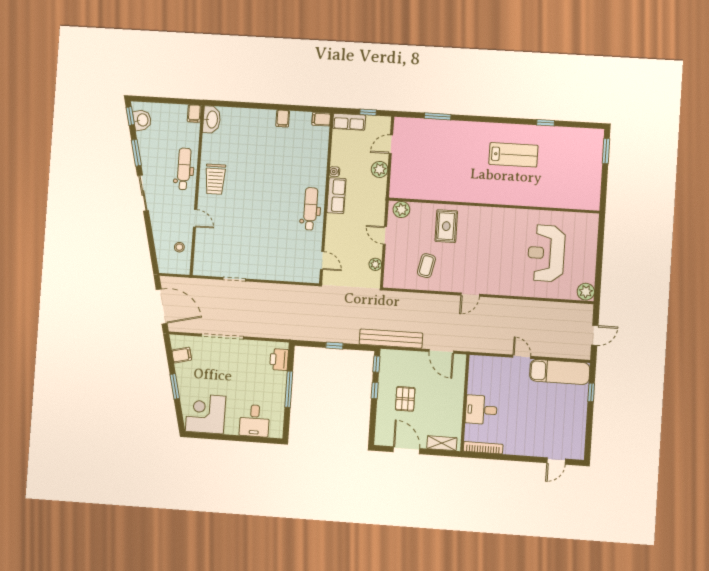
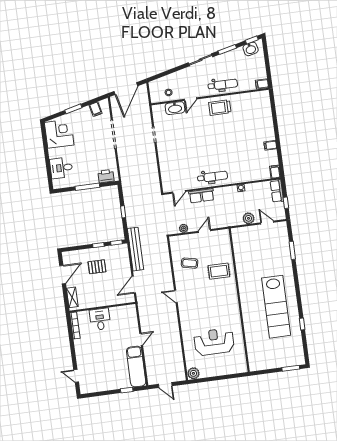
washbasin: (212, 120) -> (175, 108), moved
lab bench: (513, 155) -> (276, 307), width x1.86, depth x1.39
row of seats: (336, 196) -> (201, 196), moved
plant: (401, 210) -> (224, 239), removed

